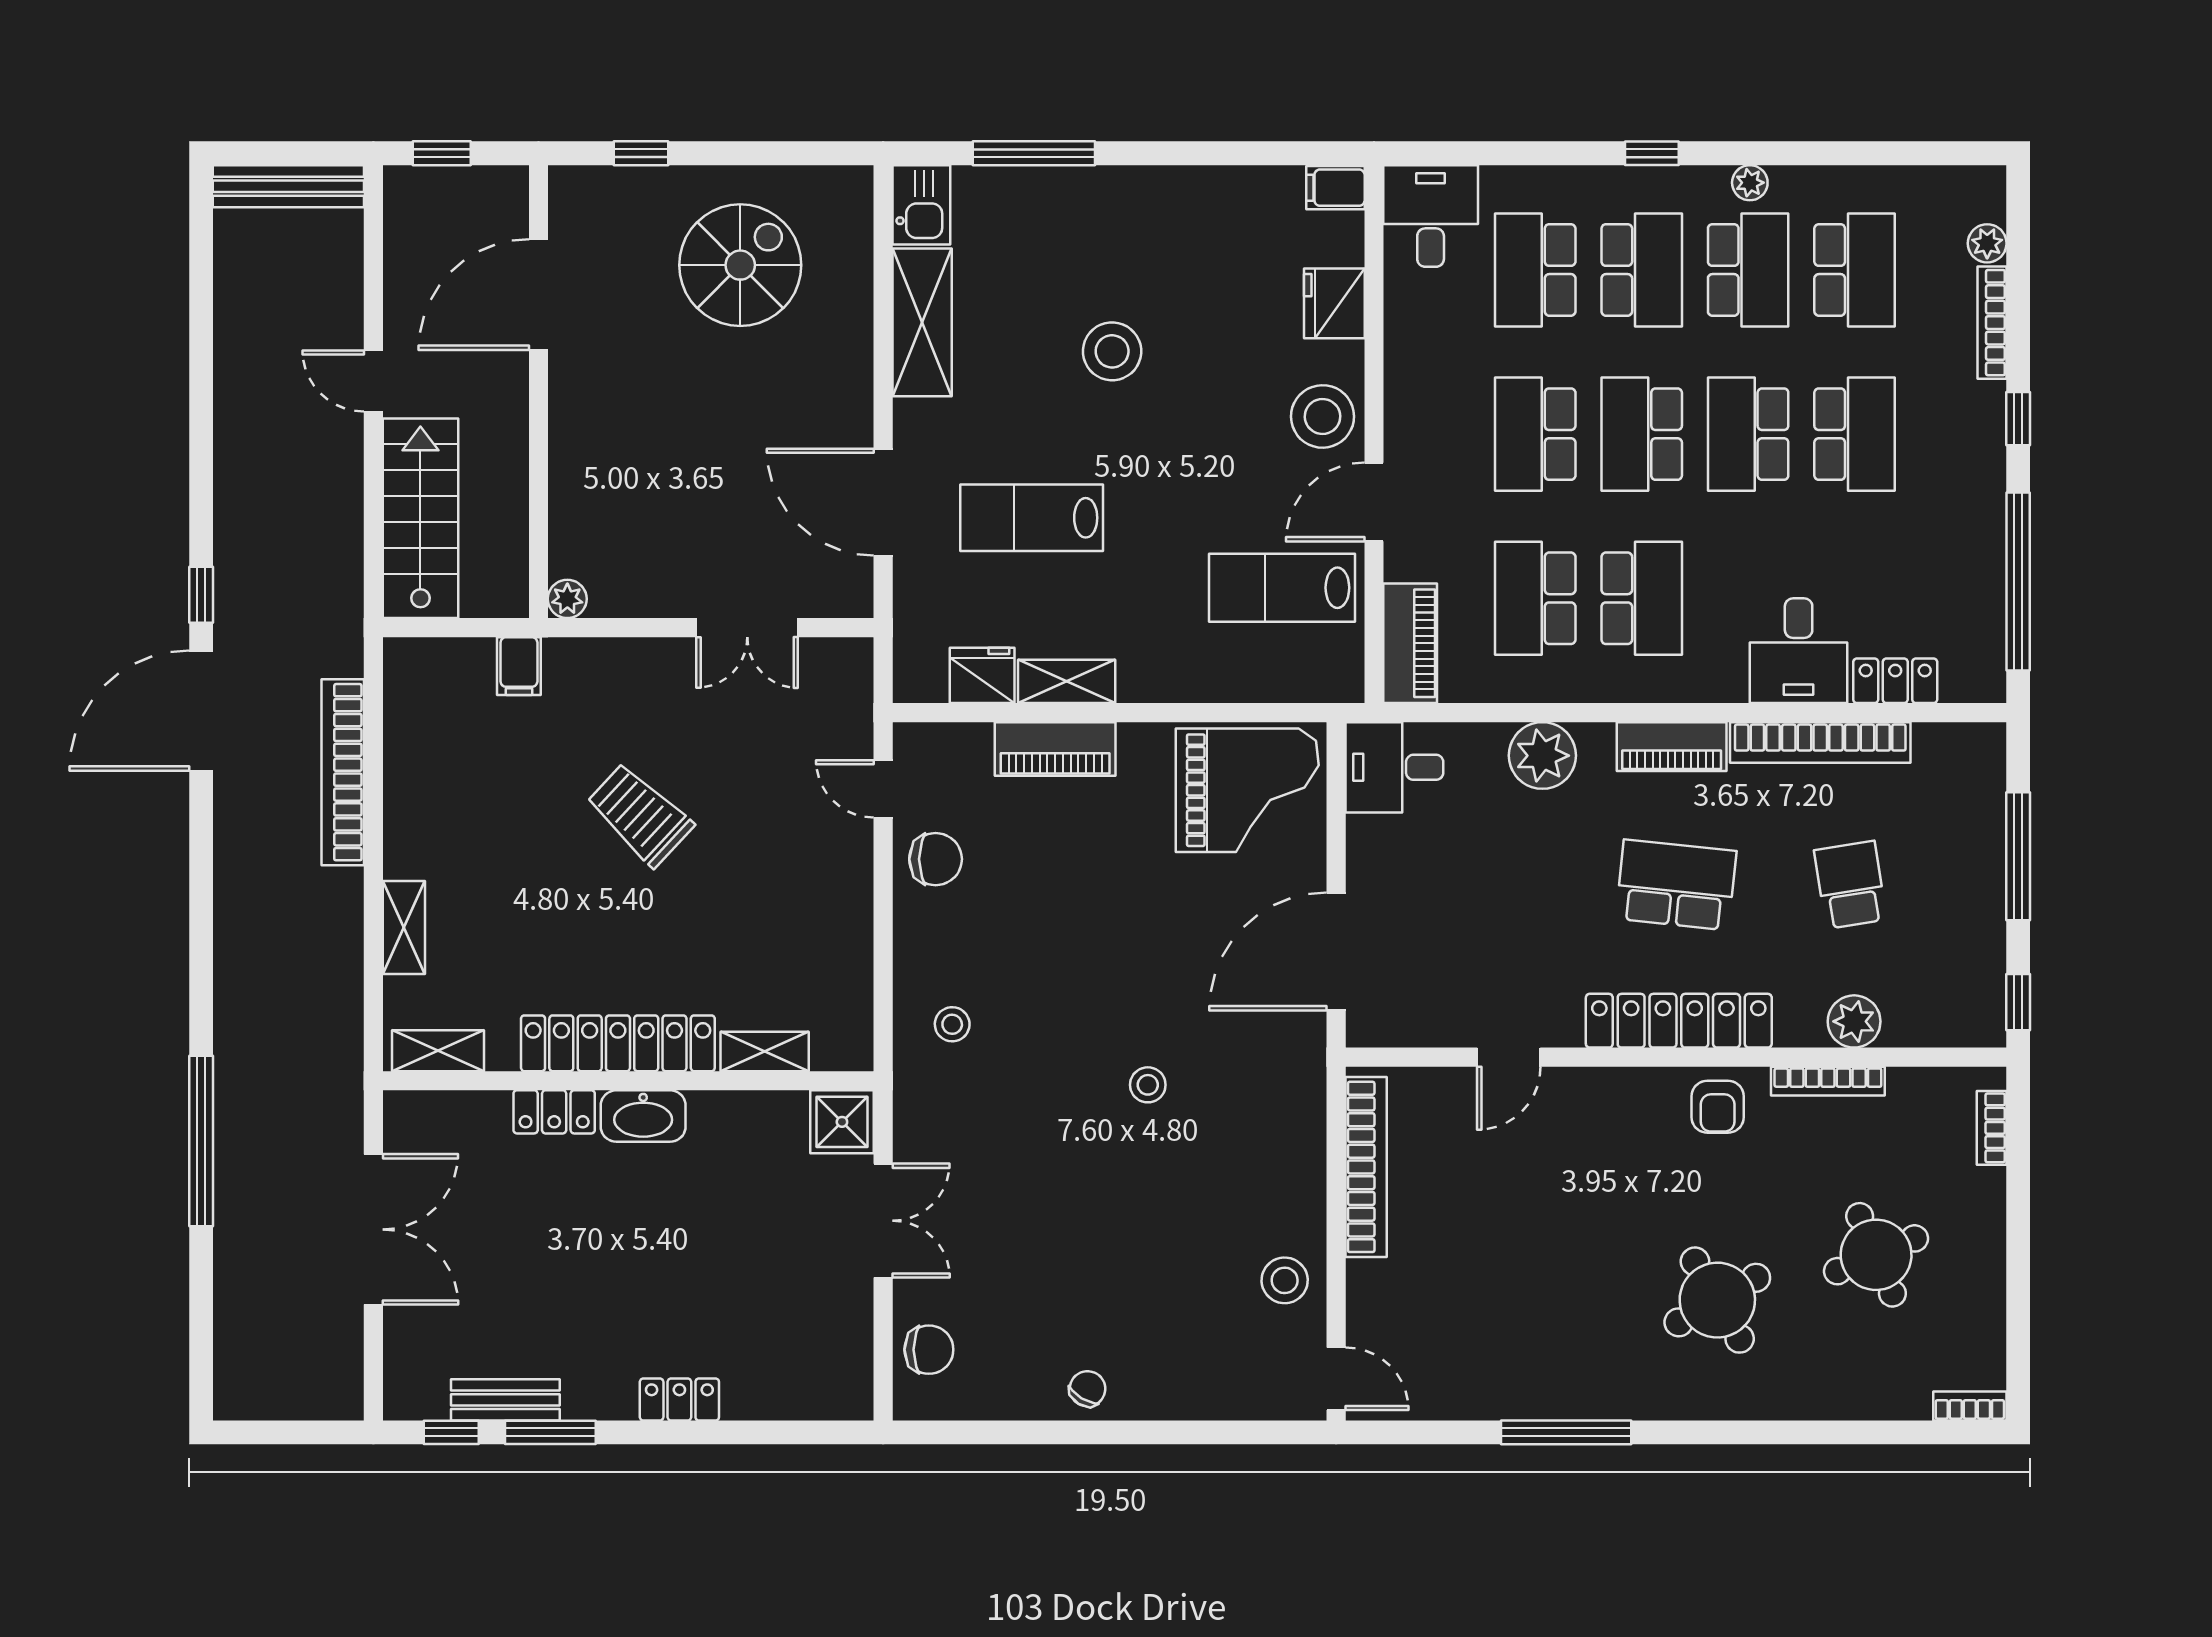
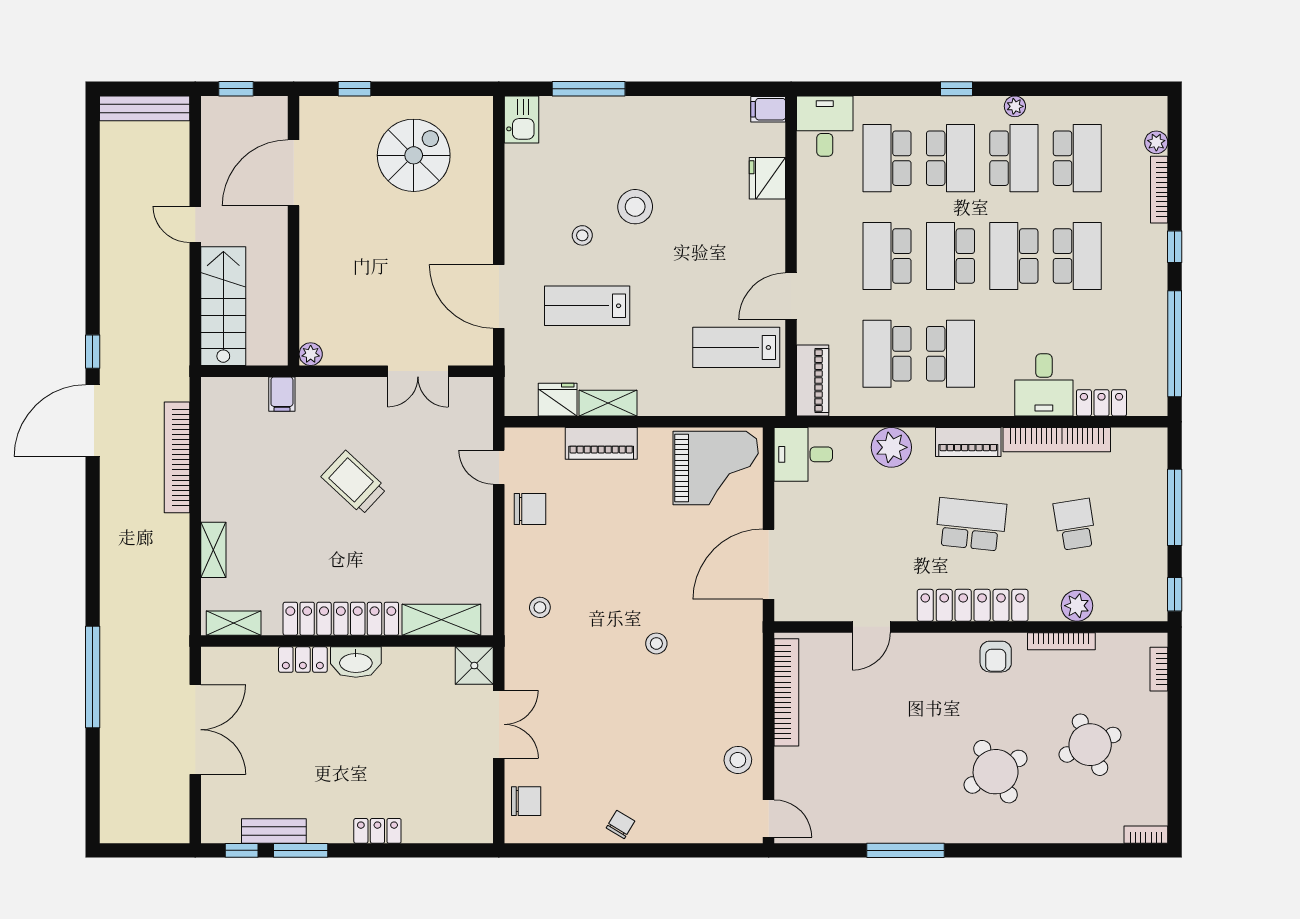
shelving: (922, 322) -> (522, 189), removed
stool: (1322, 416) -> (582, 235), moved, width x0.53, depth x0.53
shelving: (765, 1052) -> (441, 620), width x1.50, depth x1.33

